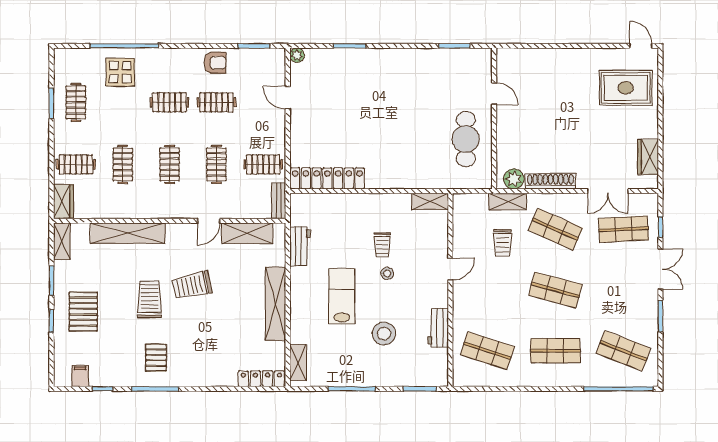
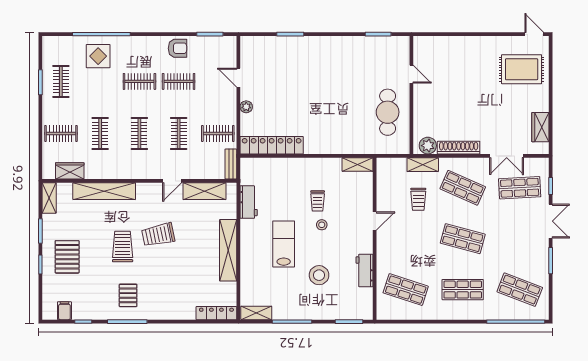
plant: (297, 55) -> (246, 107), moved
wardrobe: (63, 201) -> (70, 171), moved, turned -90
shelving: (298, 363) -> (256, 313), moved, turned 90

